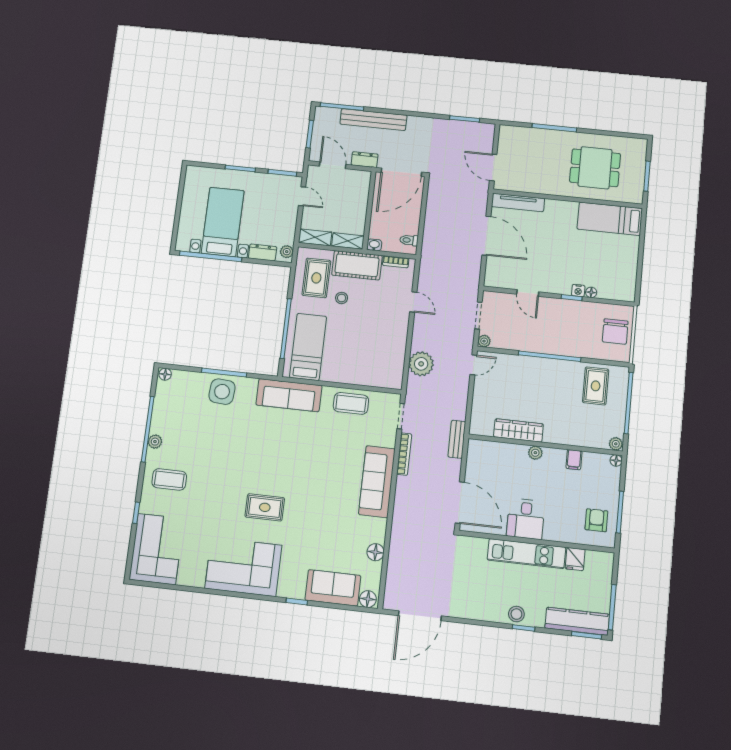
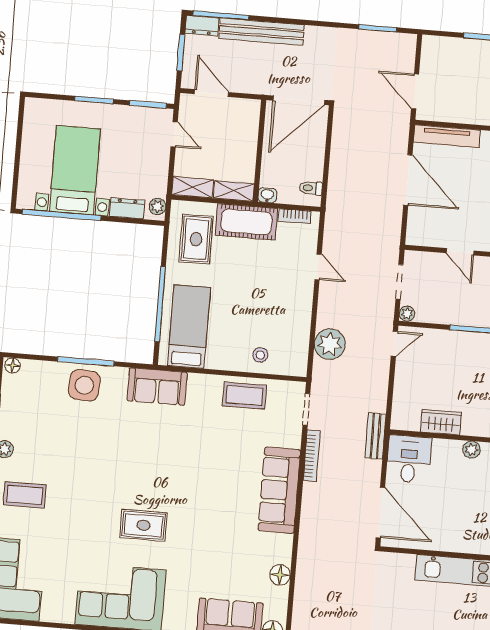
dresser: (365, 160) -> (202, 26), moved, turned 180
stool: (342, 298) -> (260, 355), moved
sofa: (289, 395) -> (157, 387), width x0.73
wardrobe: (518, 430) -> (441, 422), width x0.67
desk: (526, 519) -> (409, 459), moved, turned 180

